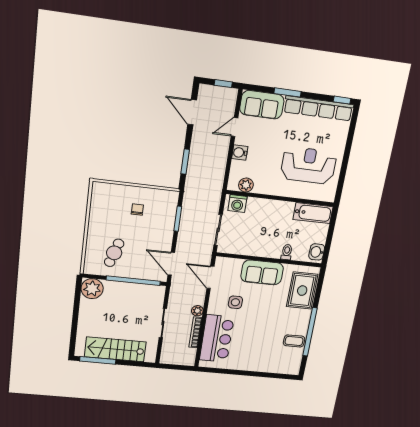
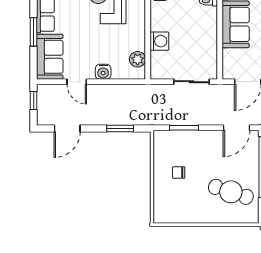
washing machine: (237, 204) -> (159, 41), moved
cafe table: (114, 253) -> (231, 192), width x1.37, depth x1.35

